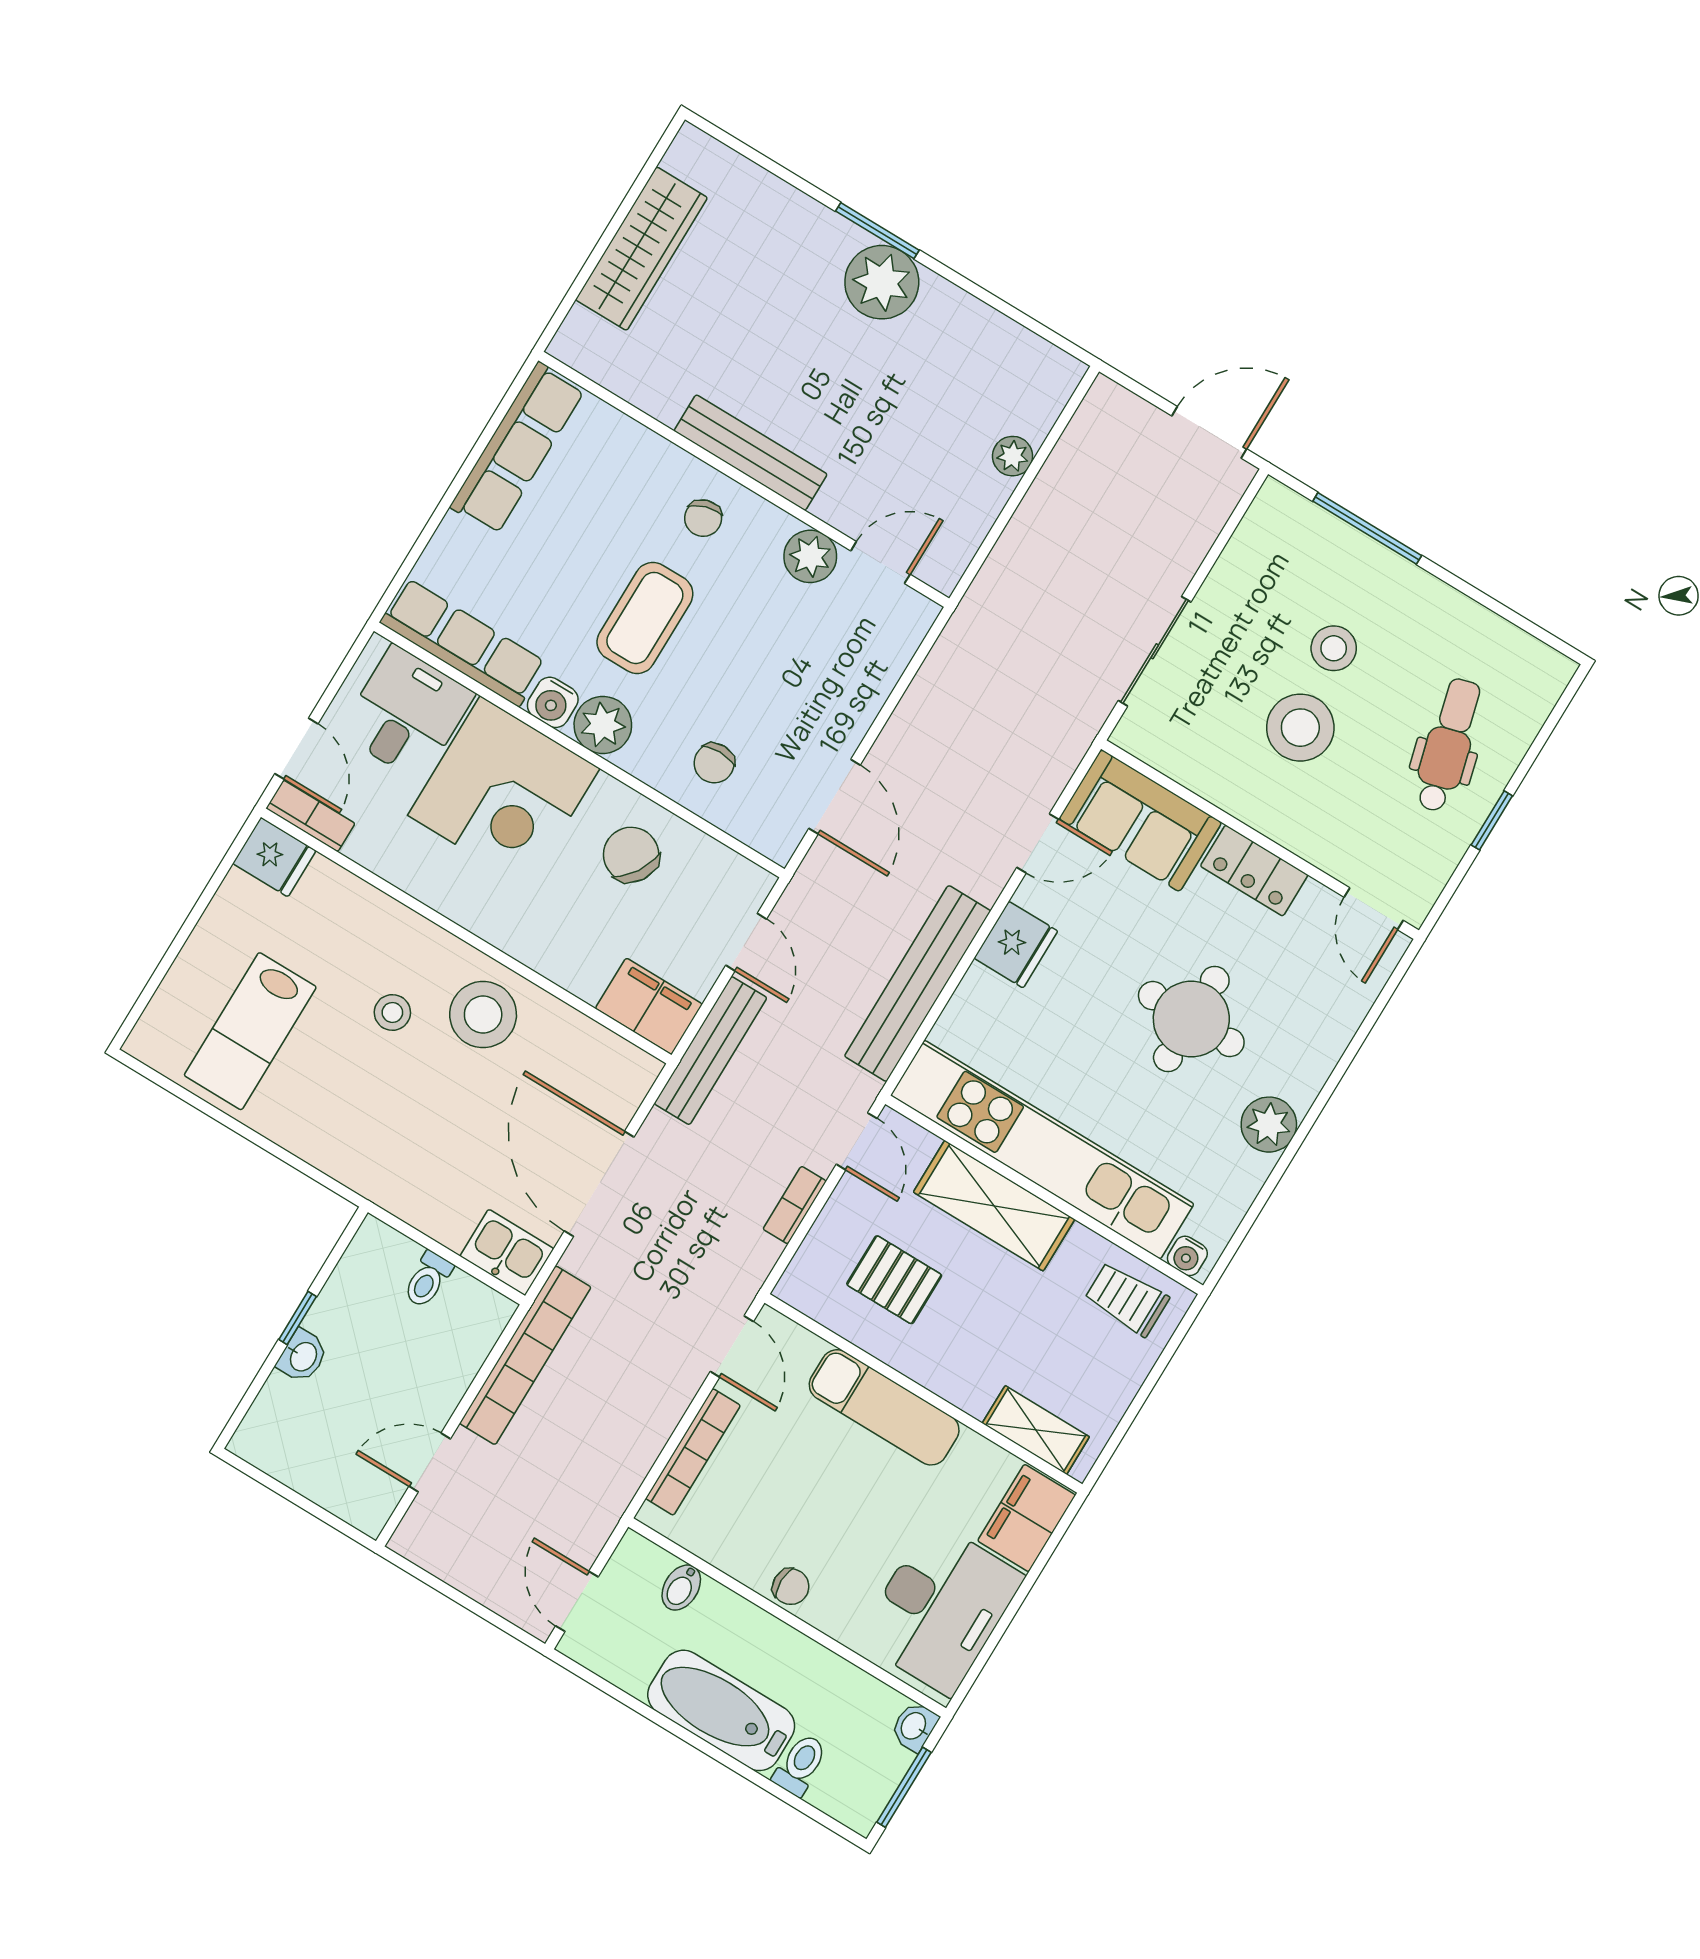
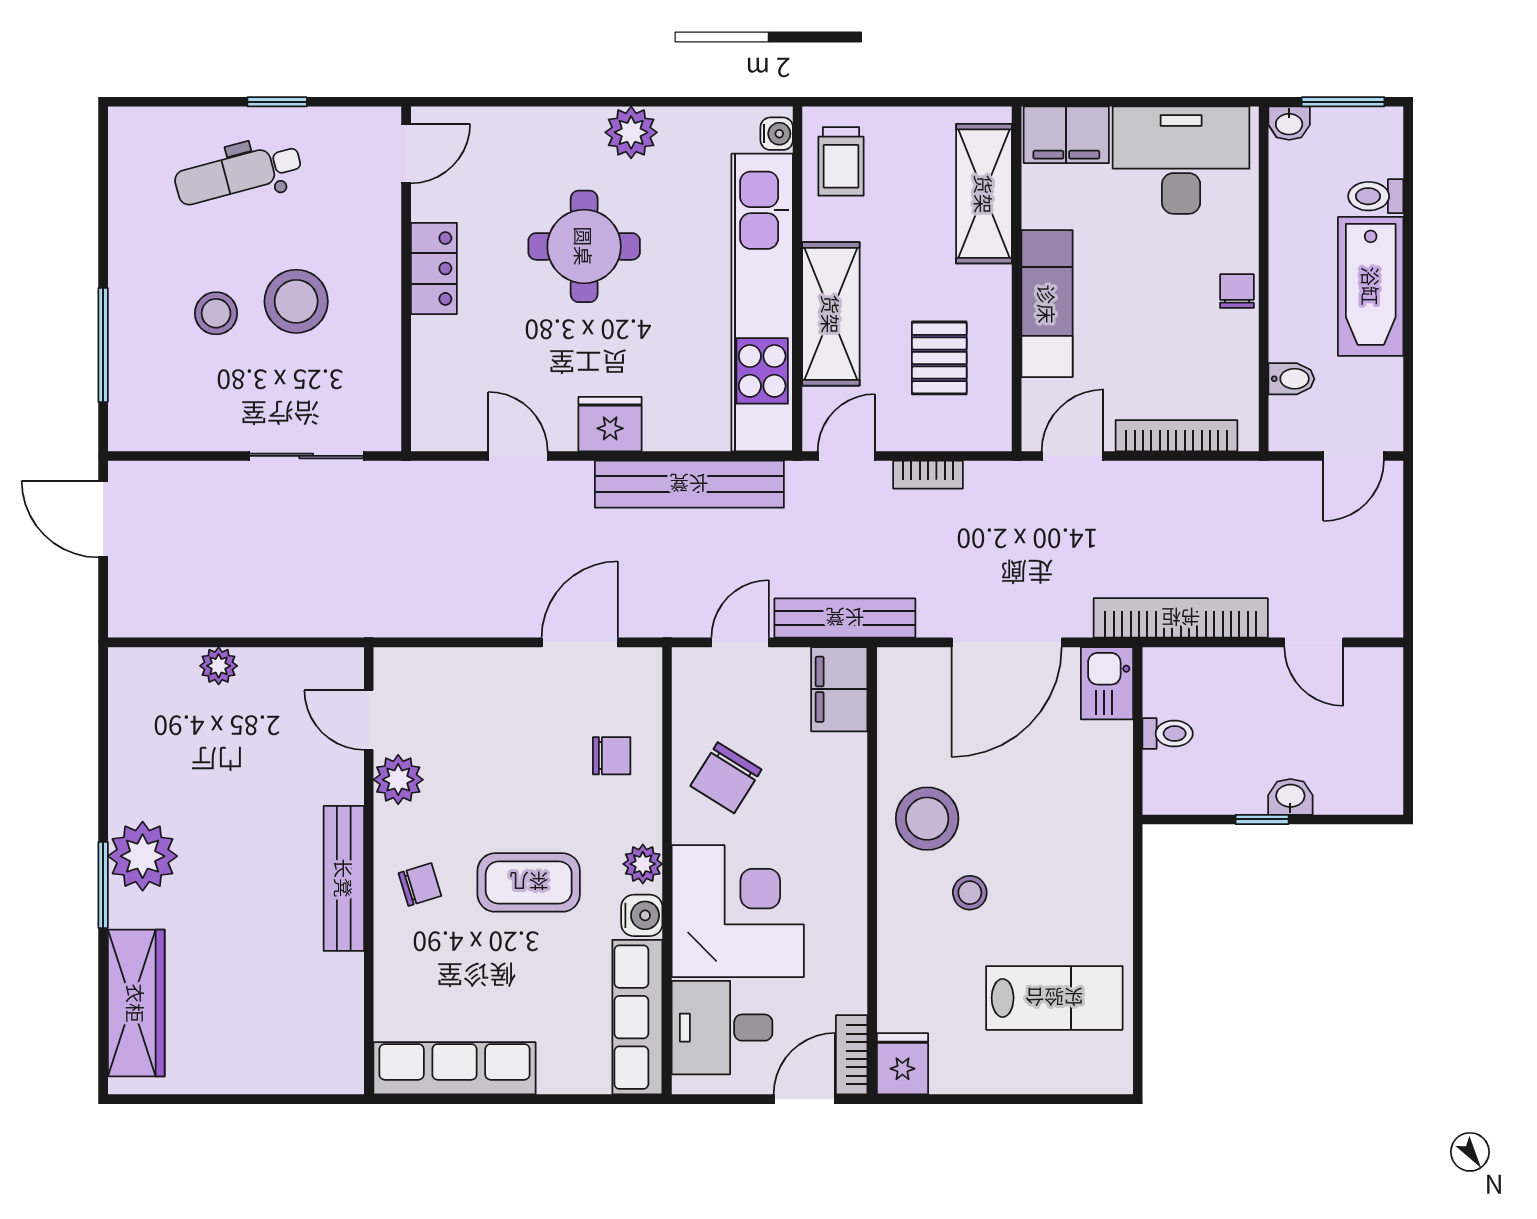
wardrobe: (641, 249) -> (136, 1003), moved, turned 90
plant: (603, 725) -> (643, 864), width x0.73, depth x0.73
sofa: (1140, 821) -> (449, 385), removed
shelving: (1036, 1430) -> (984, 194), width x1.50, depth x1.33

